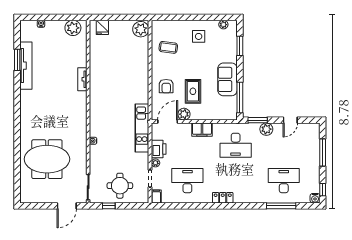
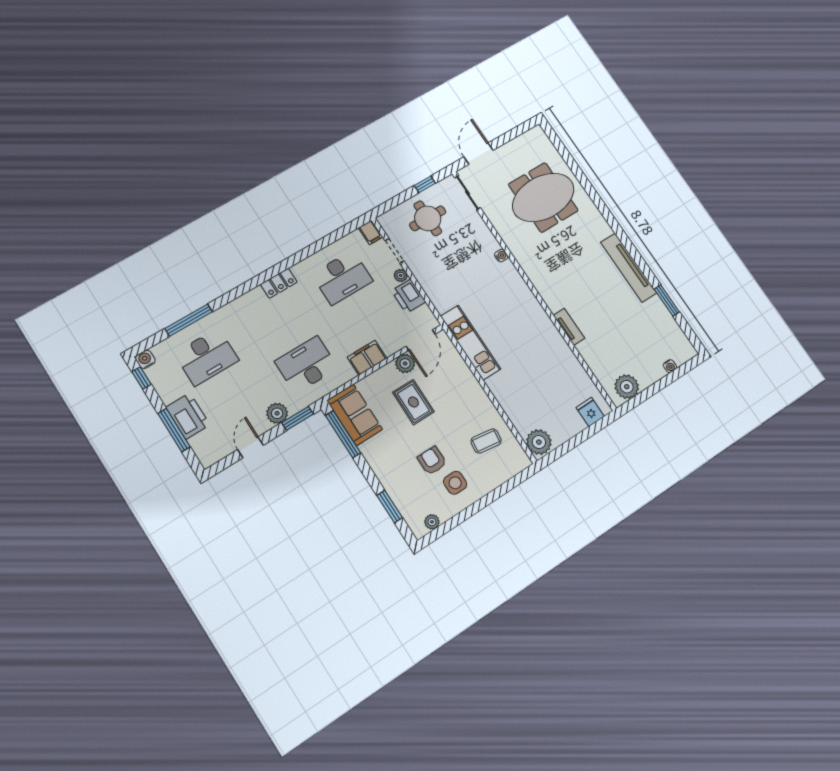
tv unit: (26, 66) -> (629, 268), moved
sofa: (227, 79) -> (355, 415), moved
armchair: (166, 86) -> (432, 461), moved
kitchen unit: (142, 128) -> (470, 343), moved
printer: (312, 156) -> (188, 416), added

